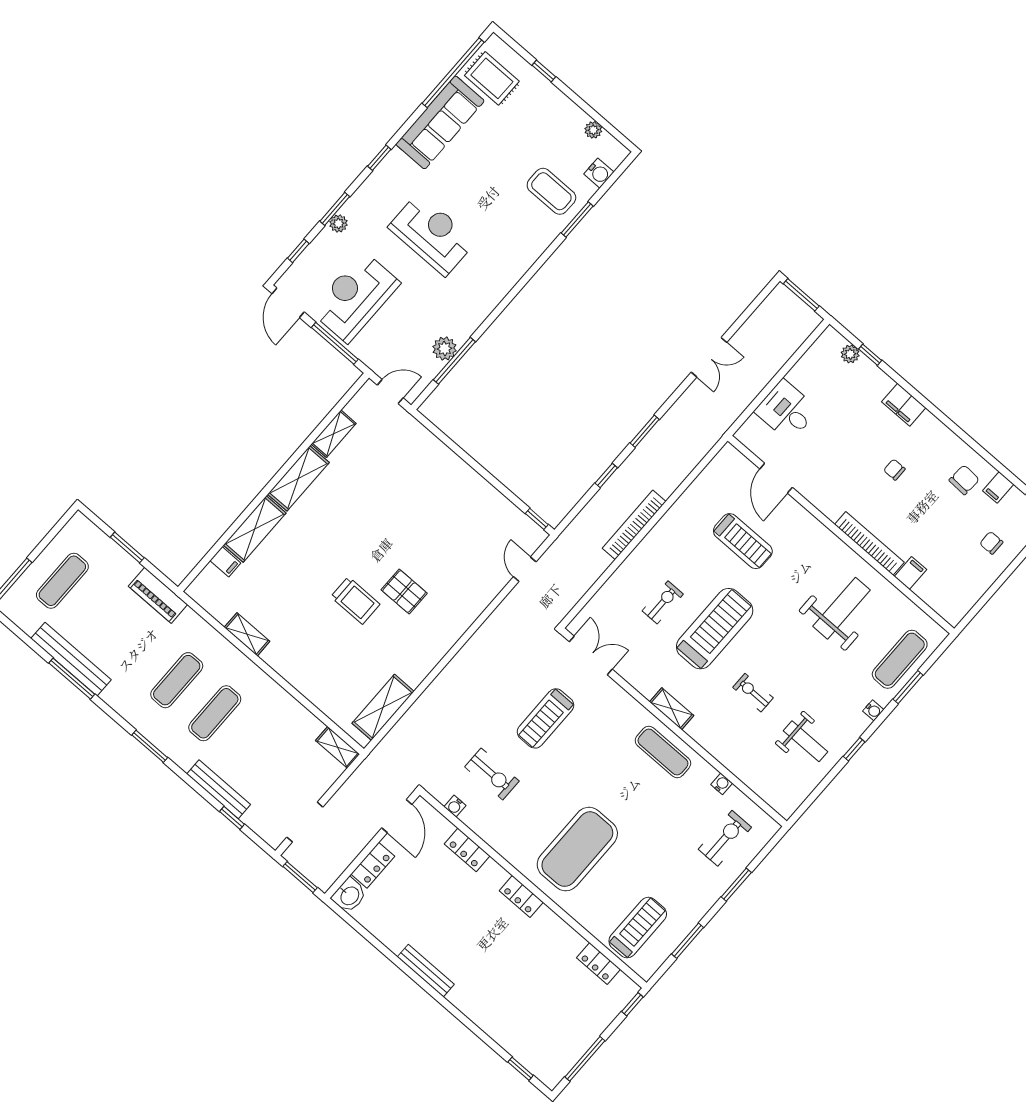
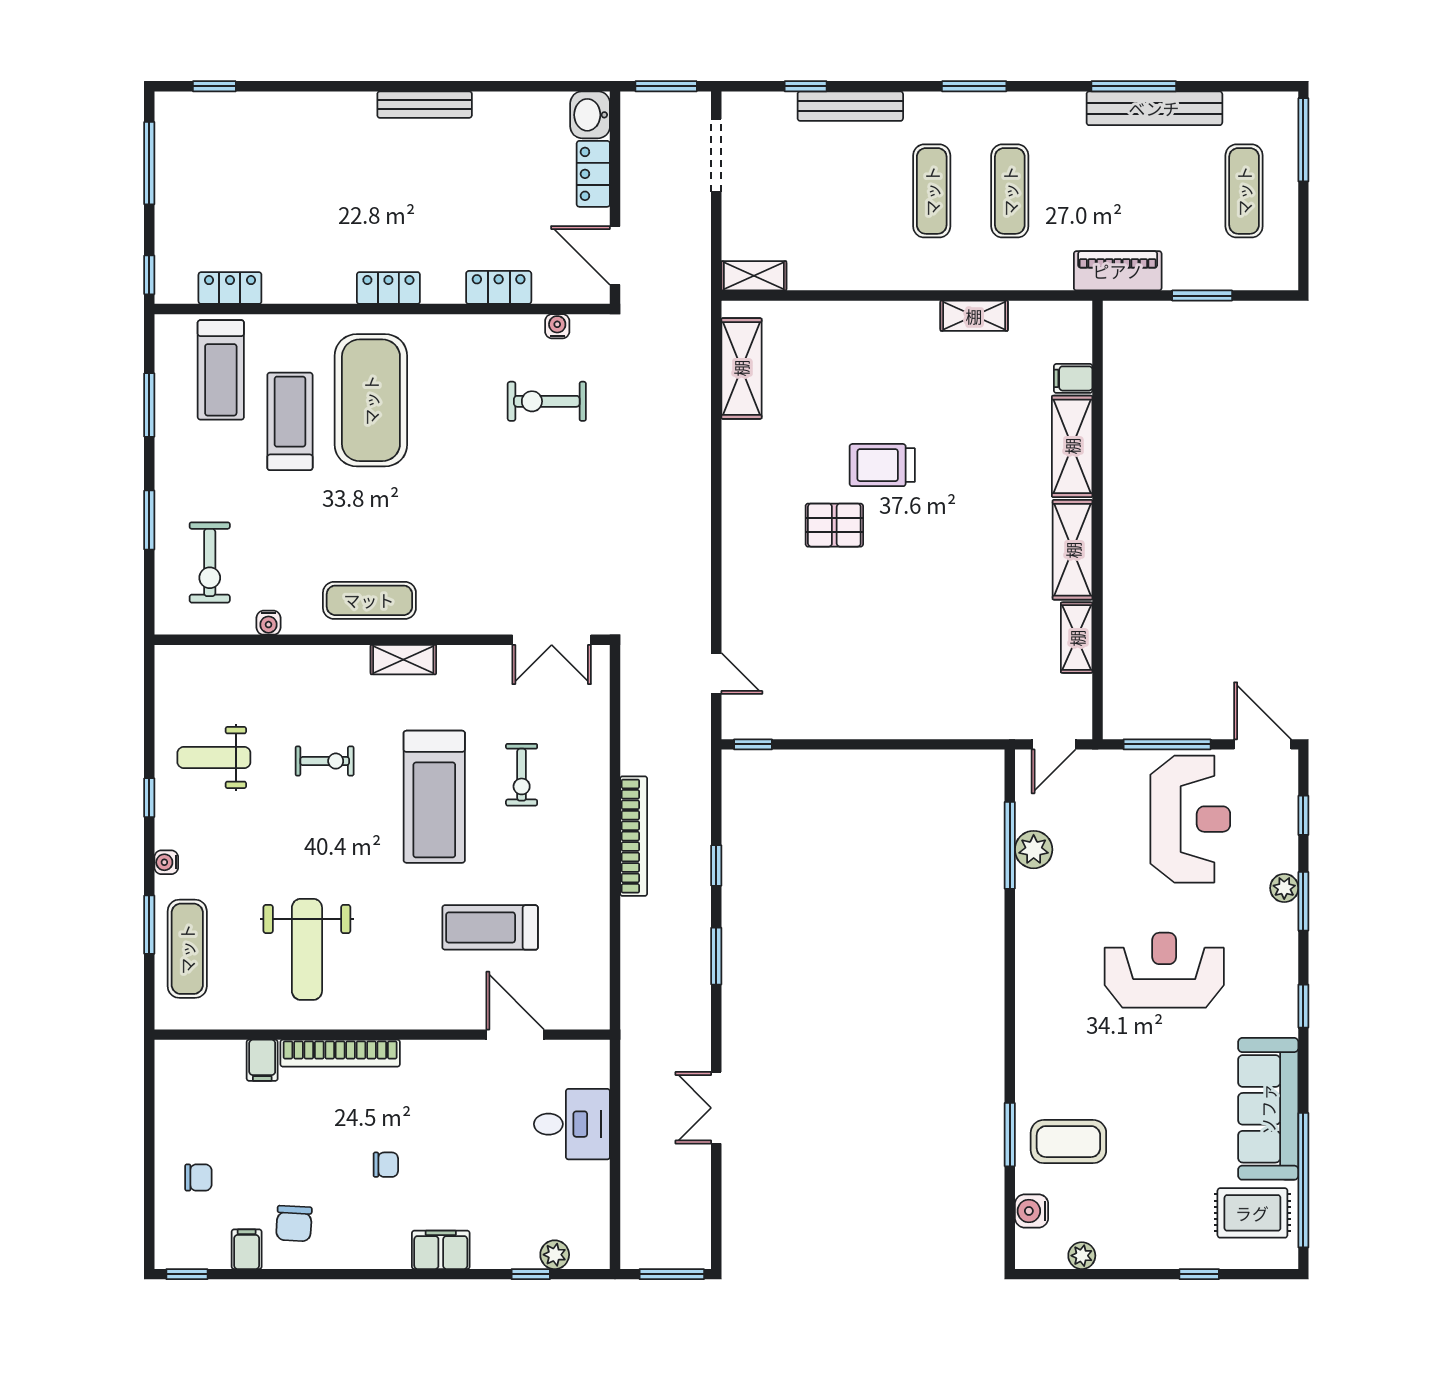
reception desk: (432, 234) -> (1164, 970), turned 180
treadmill: (545, 718) -> (290, 421), moved

